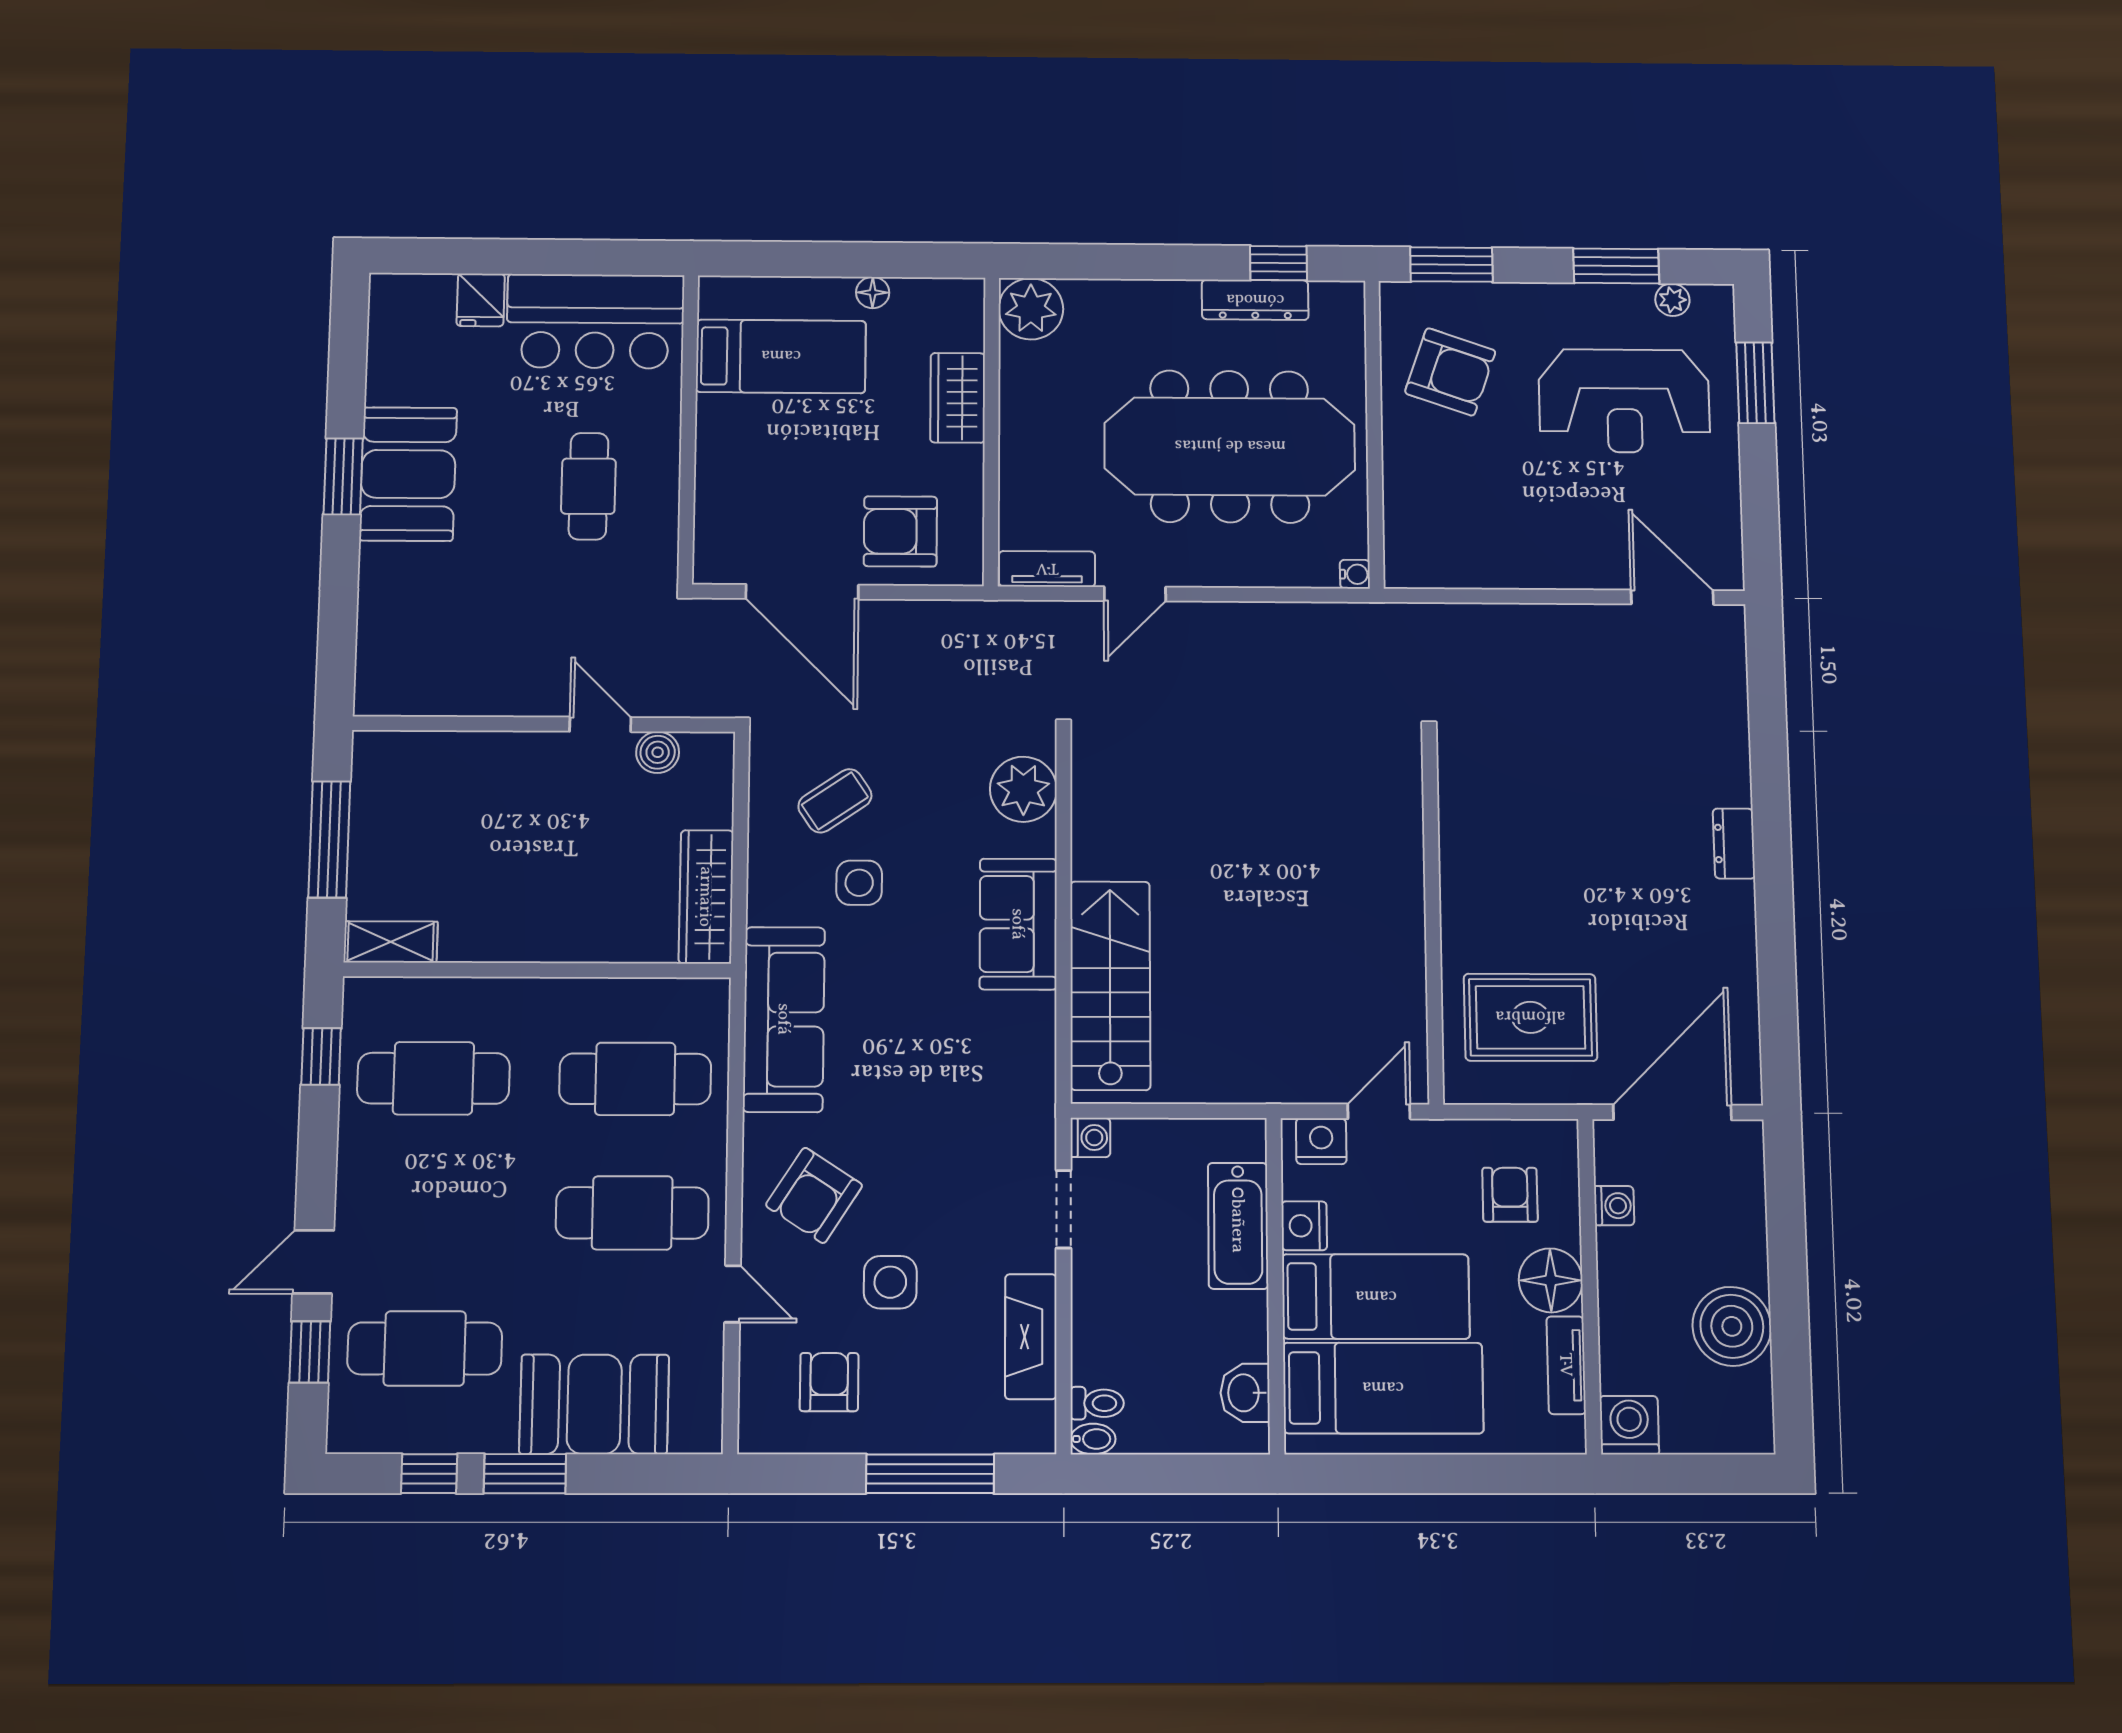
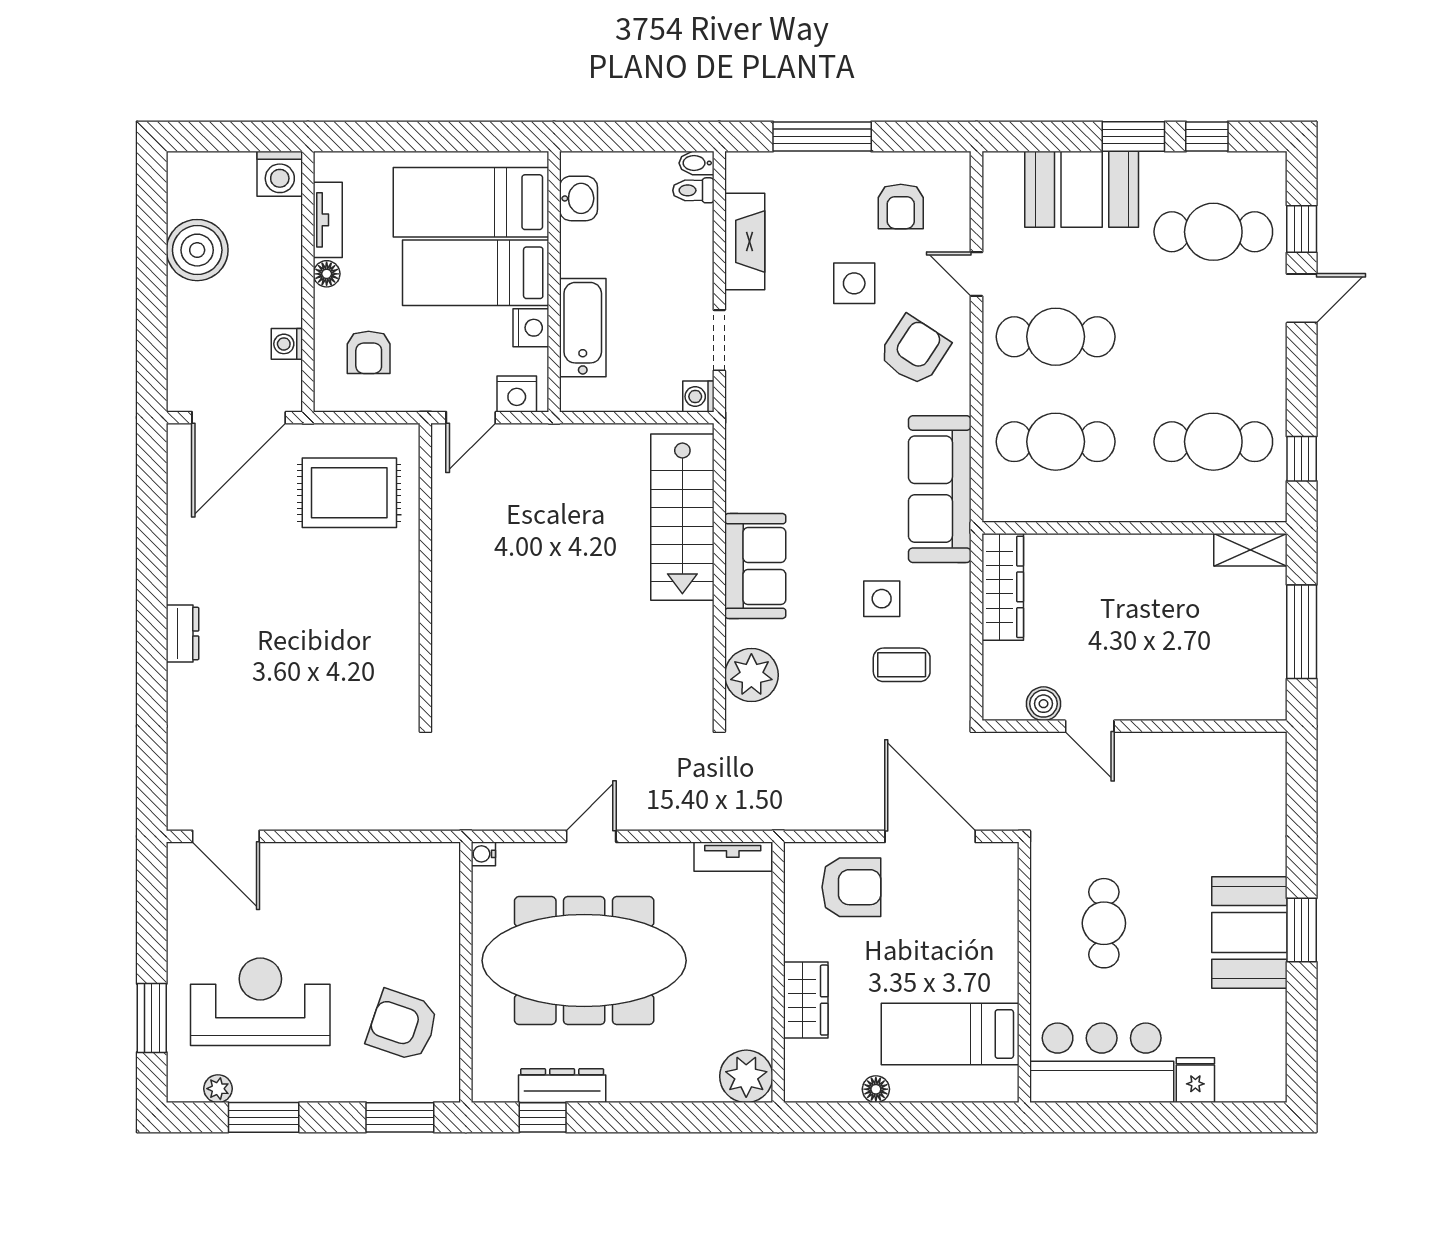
door: (1135, 594) -> (591, 836), moved
coffee table: (835, 801) -> (902, 665), turned 34
floor lamp: (1551, 1280) -> (327, 274), width x0.53, depth x0.53

